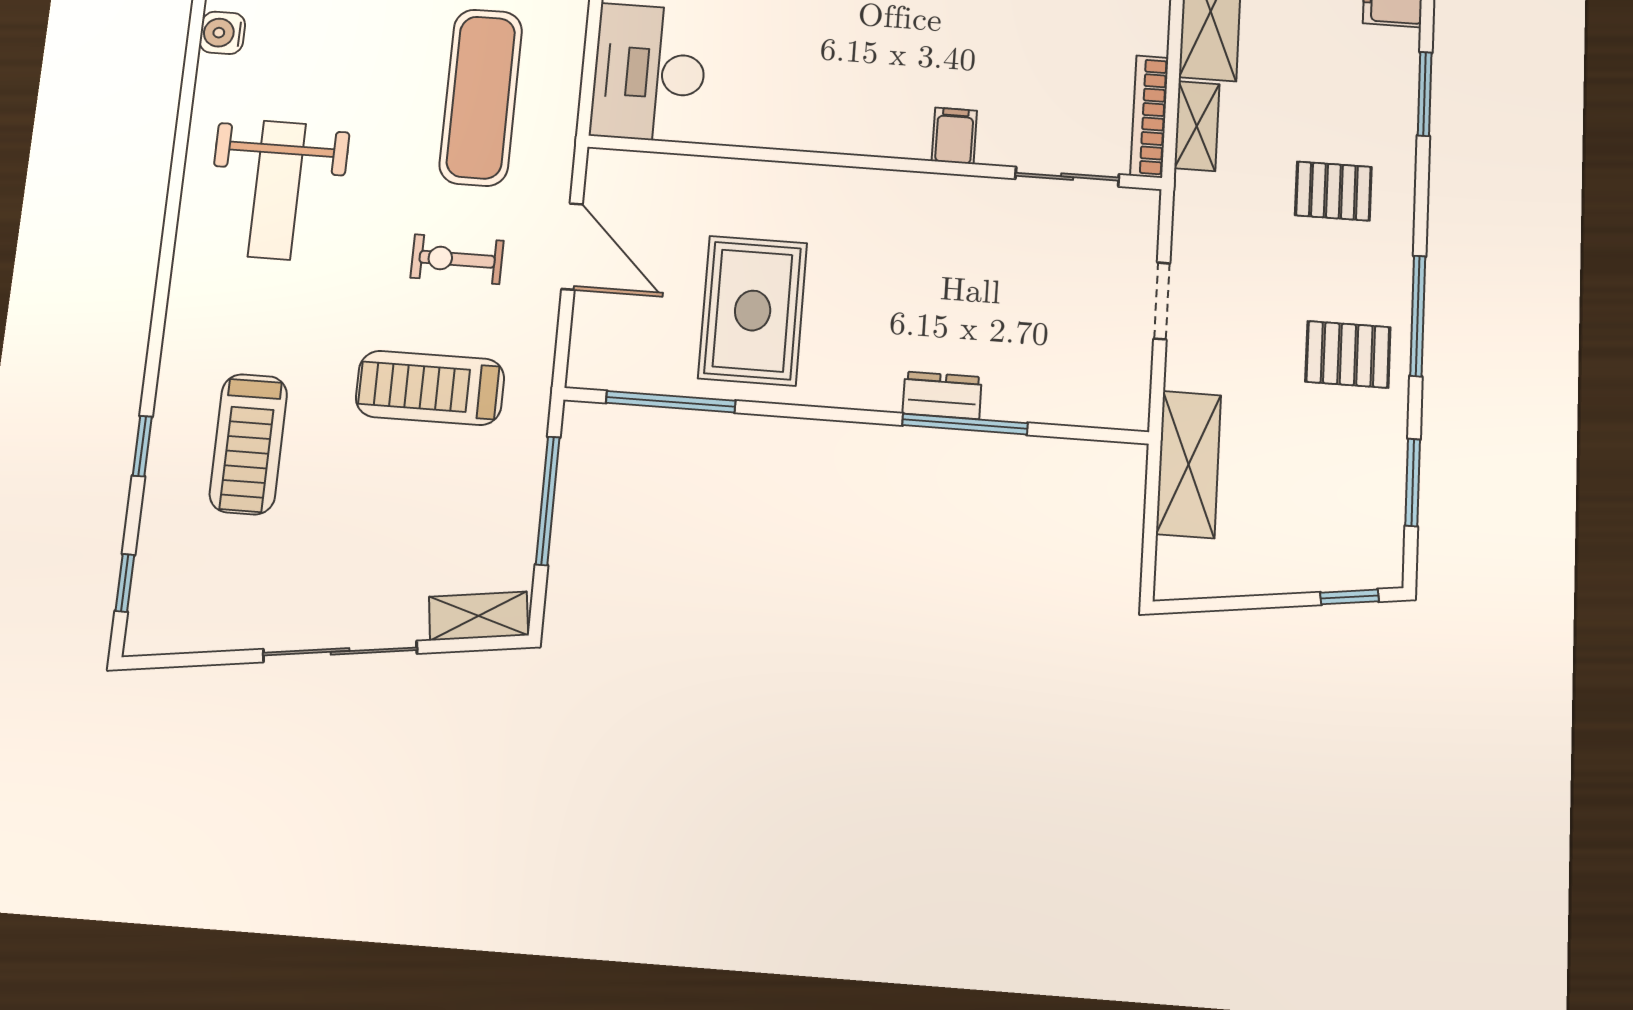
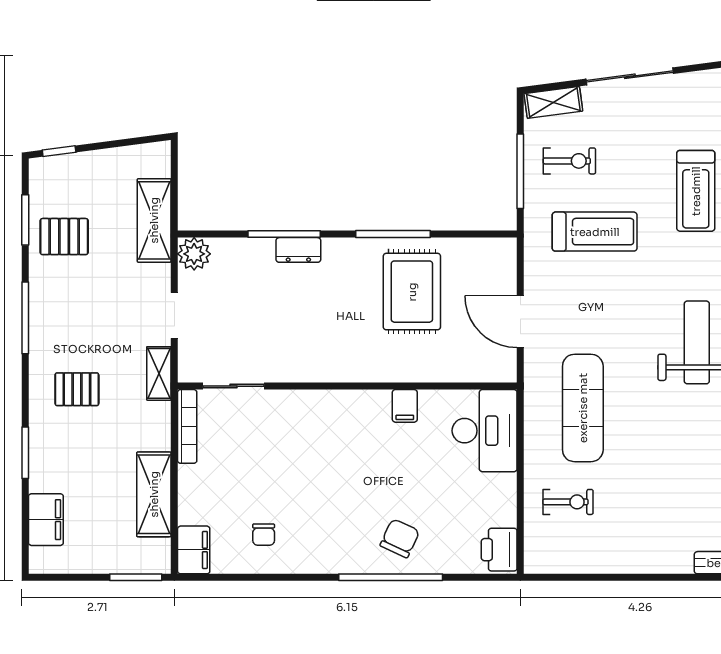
shelving: (1197, 126) -> (159, 373), moved
filing cabinet: (954, 136) -> (405, 406), moved
exercise bike: (457, 259) -> (569, 161), moved
pallet: (1348, 354) -> (64, 237), moved
window: (671, 402) -> (393, 234), moved
plant: (1122, 402) -> (194, 254), added
treadmill: (248, 444) -> (696, 191), turned 180

